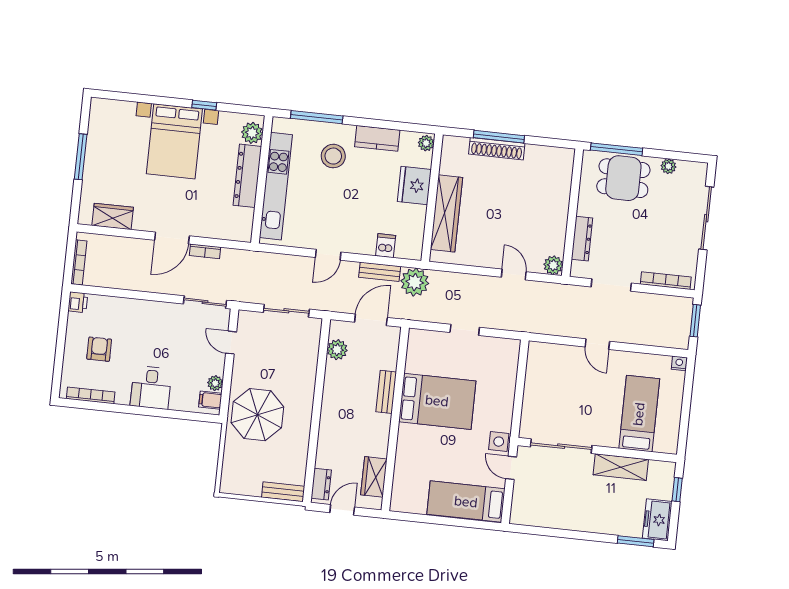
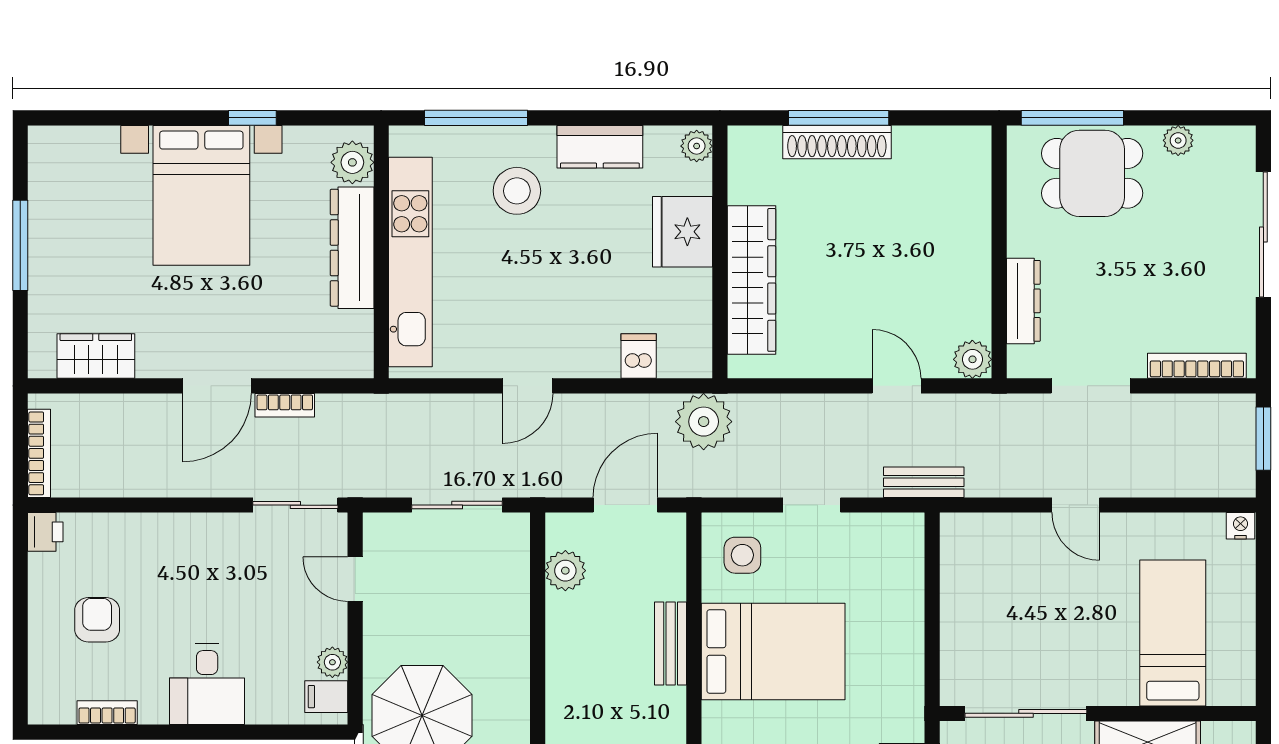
bench: (380, 272) -> (924, 482), moved
bookcase: (91, 395) -> (107, 713), width x0.64
side table: (499, 442) -> (742, 555), moved

